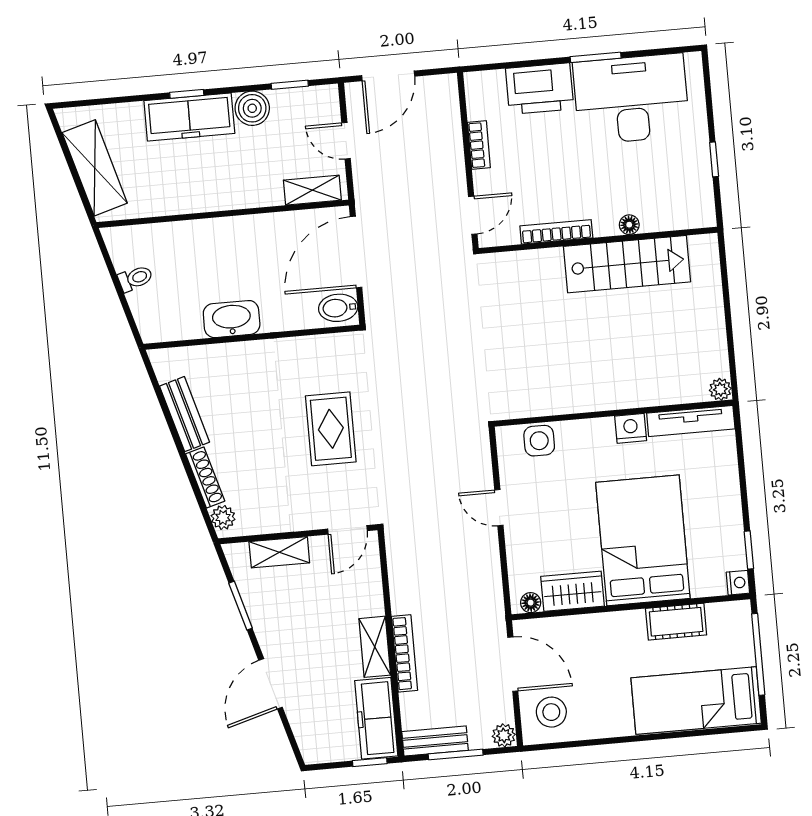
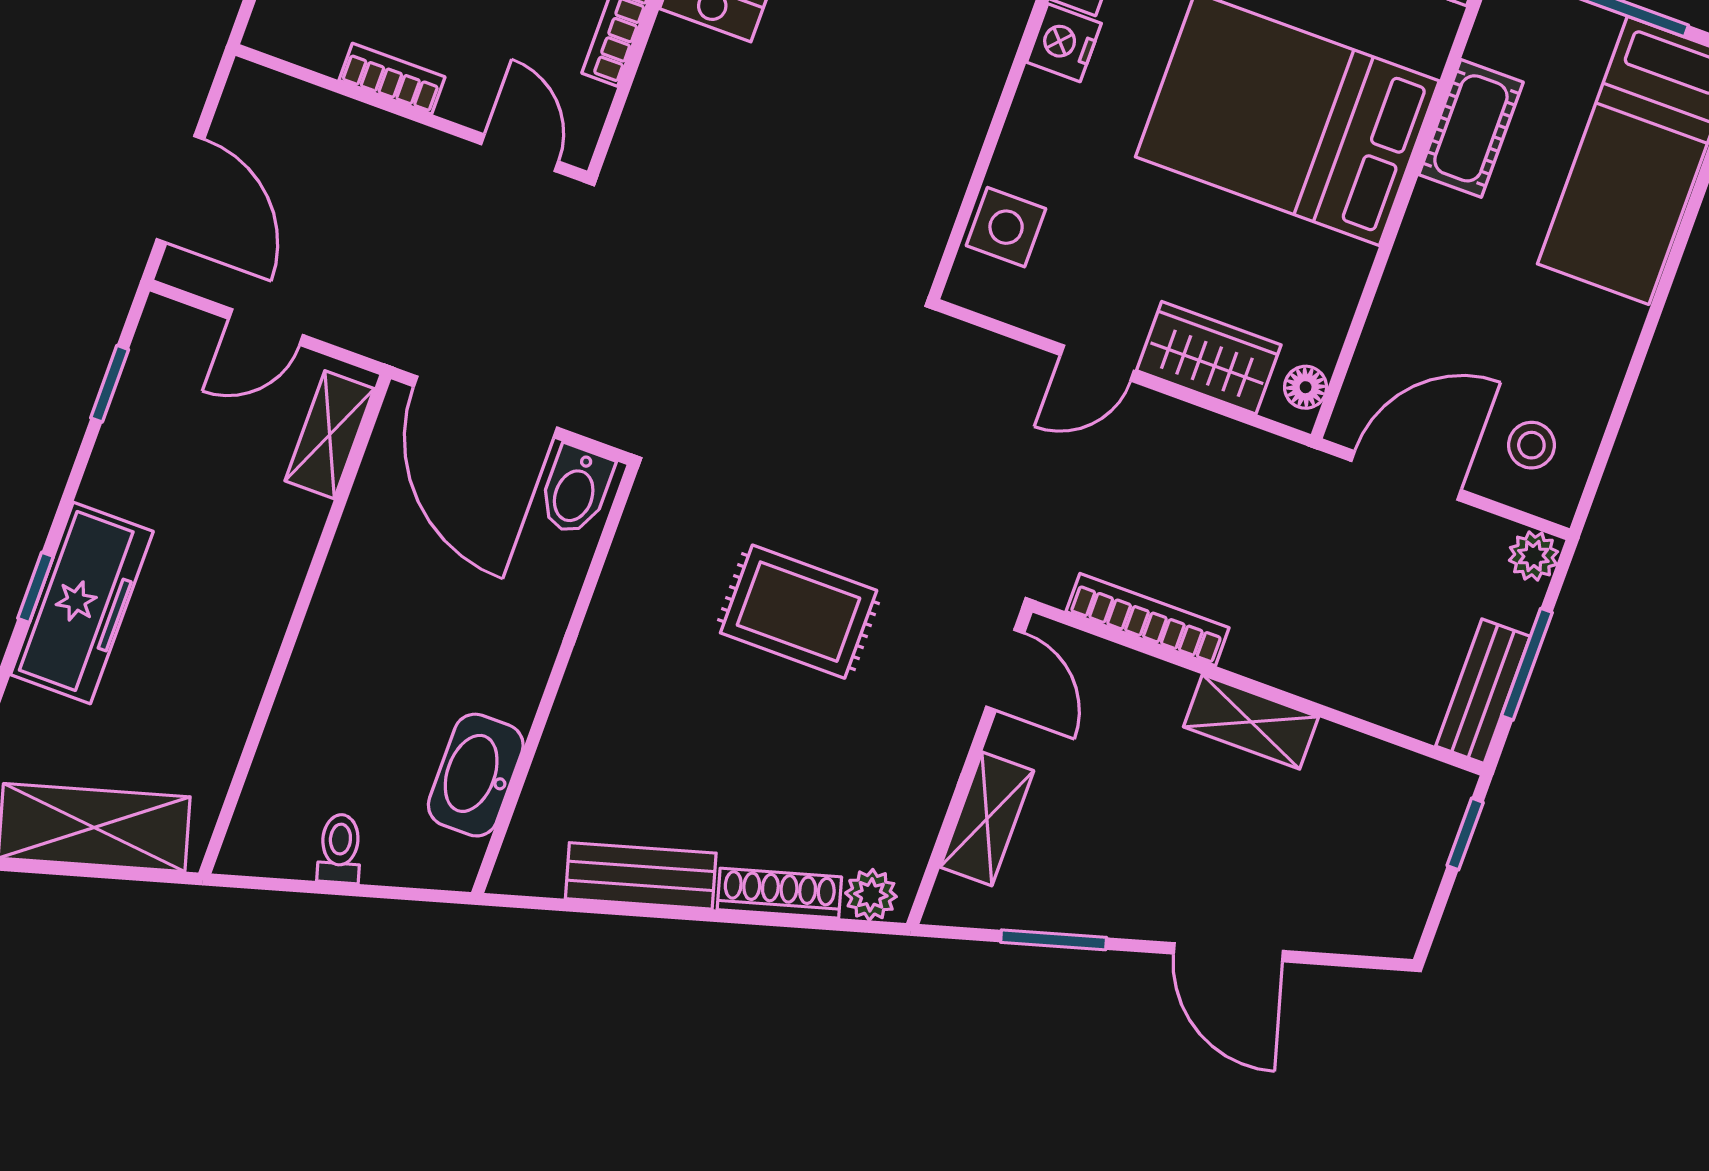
boiler: (252, 108) -> (121, 476), removed
washbasin: (232, 319) -> (476, 775), moved
wardrobe: (573, 591) -> (1209, 358), moved, turned 90
bookcase: (405, 653) -> (1148, 620), moved
stool: (551, 712) -> (1531, 445), width x0.73, depth x0.73
freezer: (376, 718) -> (1388, 783), removed

